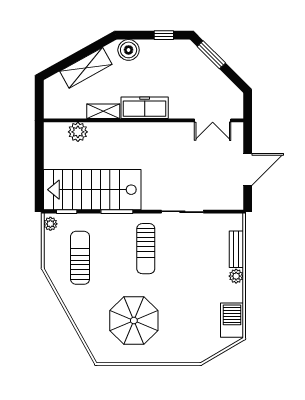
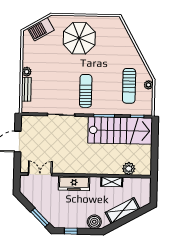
freezer: (145, 108) -> (74, 183), moved
plant: (50, 224) -> (149, 85), moved
barbecue: (232, 320) -> (41, 29), moved, turned 60
parasol: (134, 321) -> (79, 38), moved

